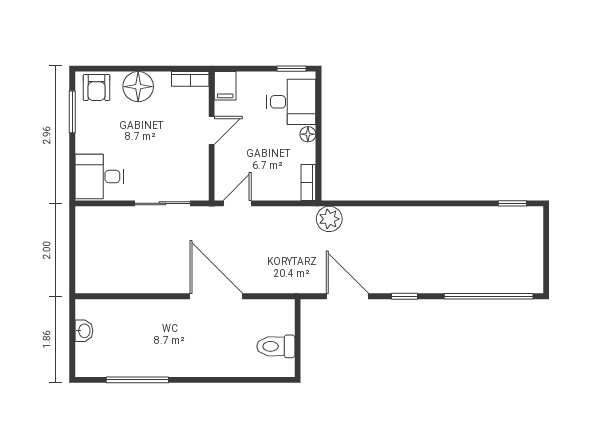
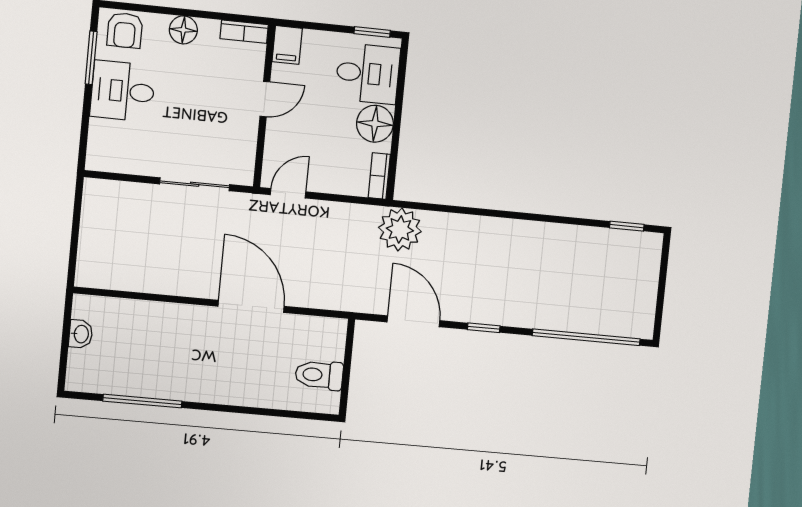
floor lamp: (138, 87) -> (183, 30), width x0.73, depth x0.73
floor lamp: (308, 134) -> (375, 124), width x1.89, depth x1.89
desk: (99, 176) -> (123, 91), moved
plant: (329, 219) -> (400, 229), width x1.36, depth x1.36

